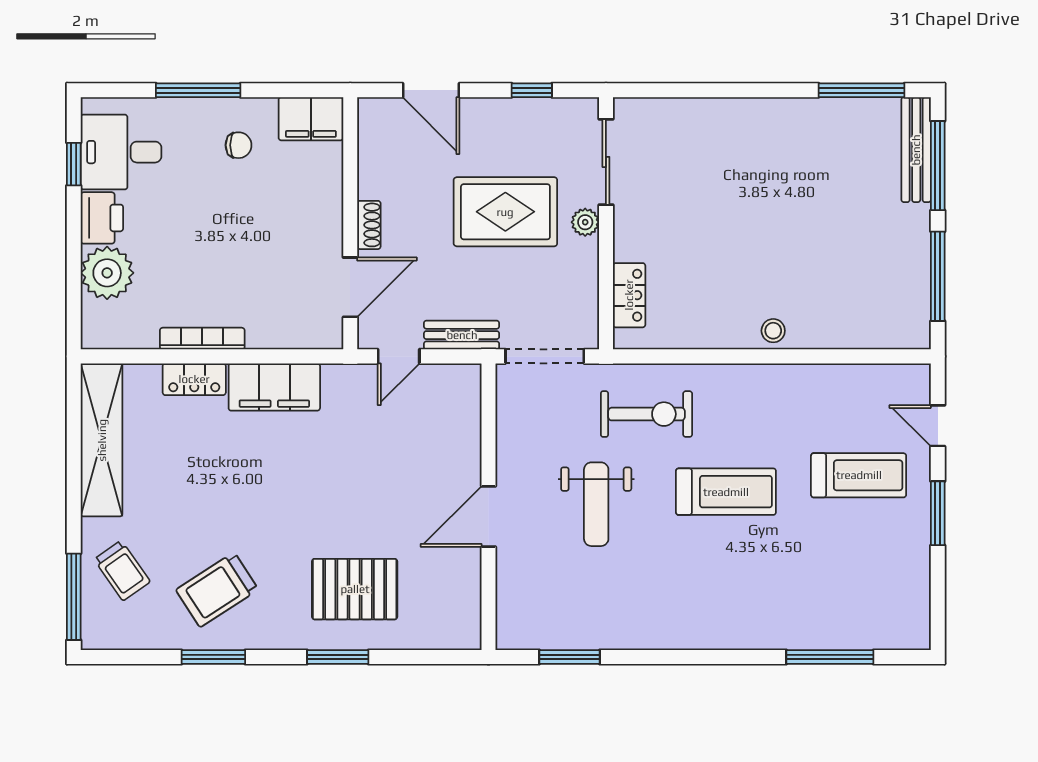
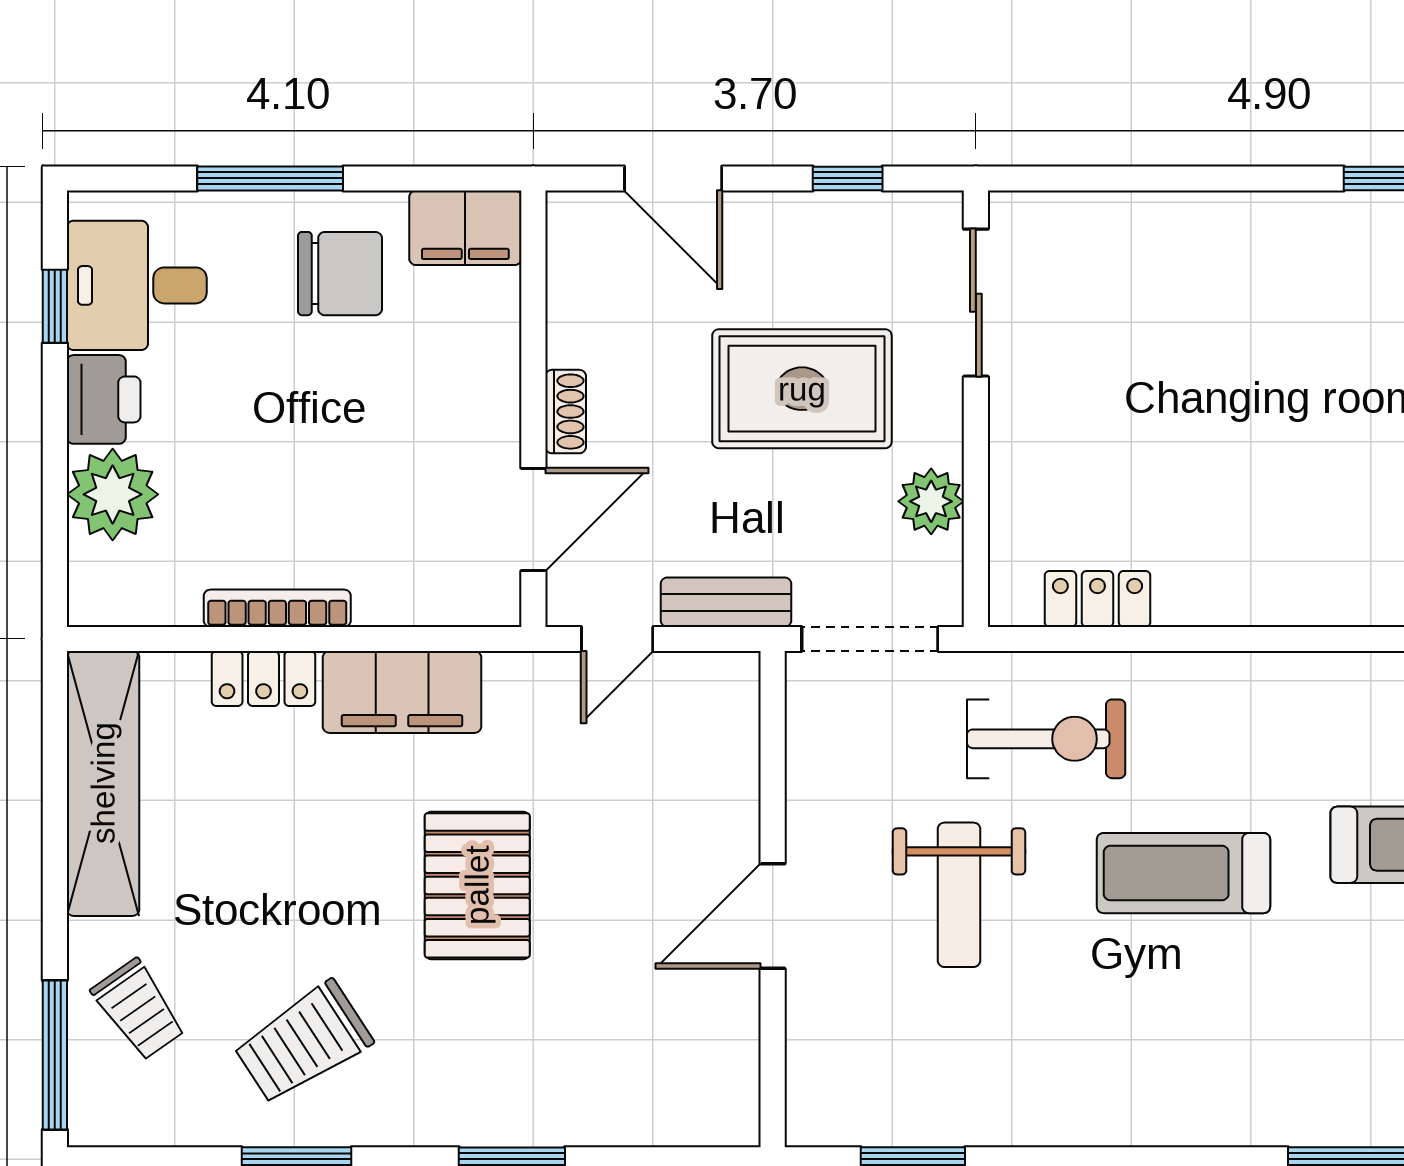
chair: (238, 145) -> (340, 274), width x1.87, depth x1.87
plant: (585, 222) -> (931, 501), moved, width x1.38, depth x1.38
locker: (629, 295) -> (1098, 599), moved, turned -90
stool: (773, 331) -> (1265, 595), removed
treadmill: (726, 492) -> (1183, 873), turned 180
pallet: (355, 589) -> (477, 885), moved, turned 90

